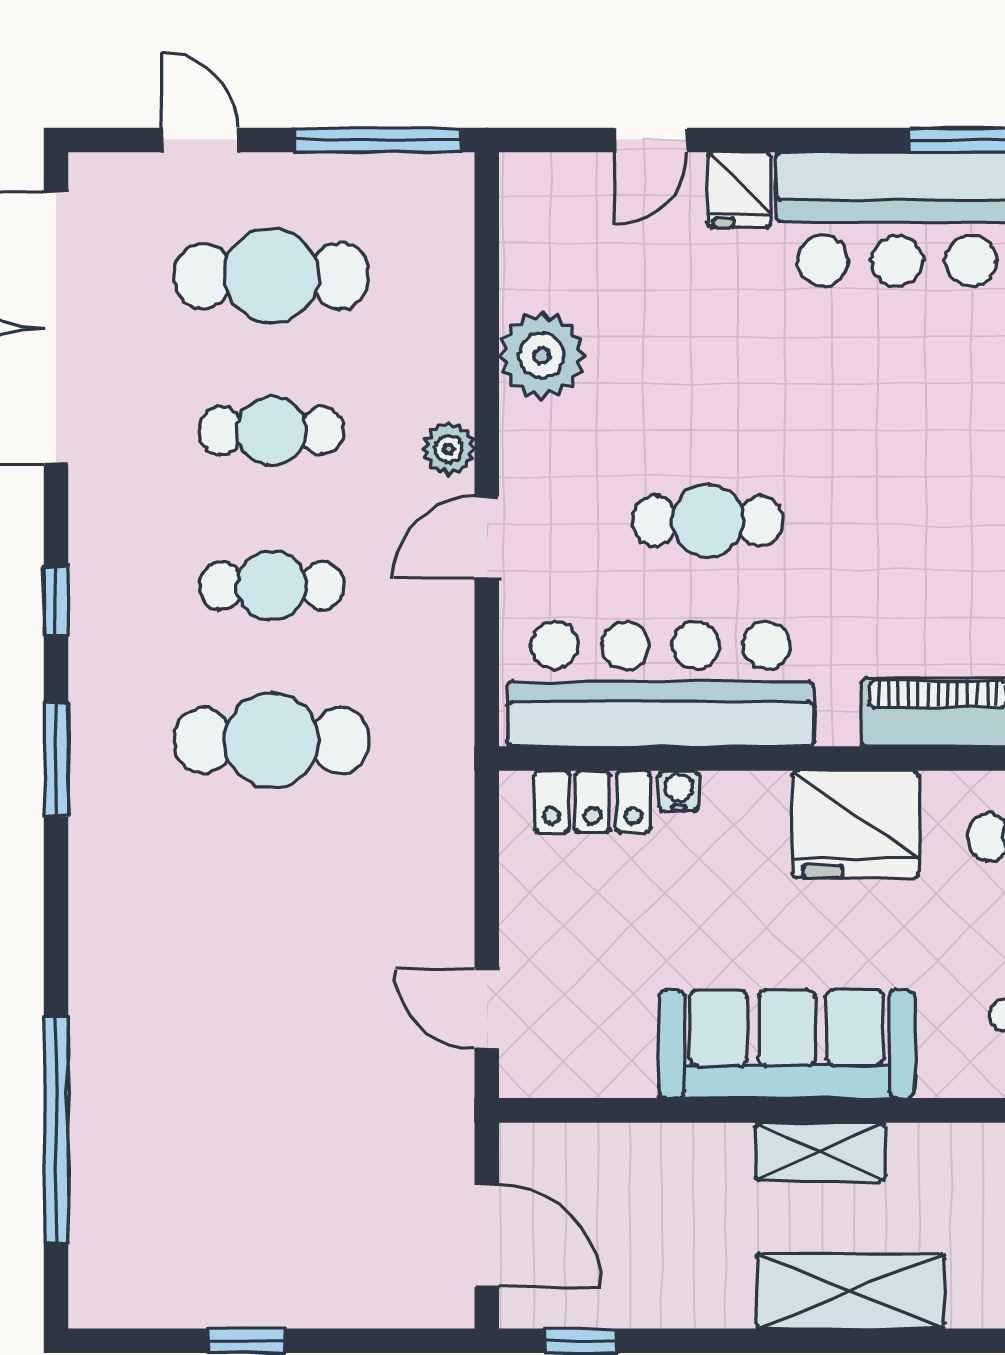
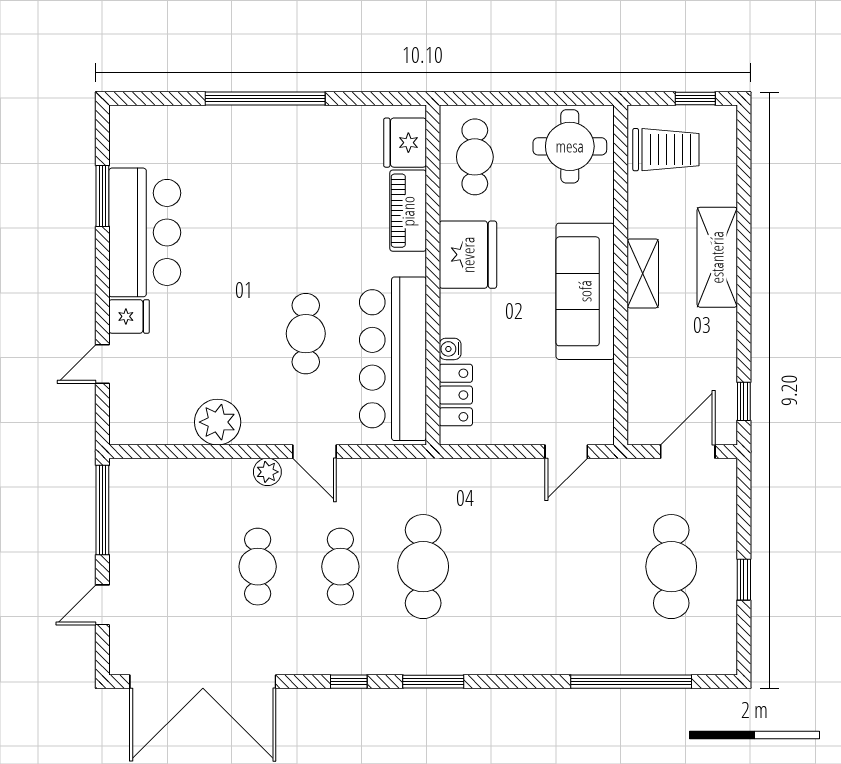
door: (651, 140) -> (102, 364), swing flipped
cafe table: (271, 276) -> (671, 567), moved

